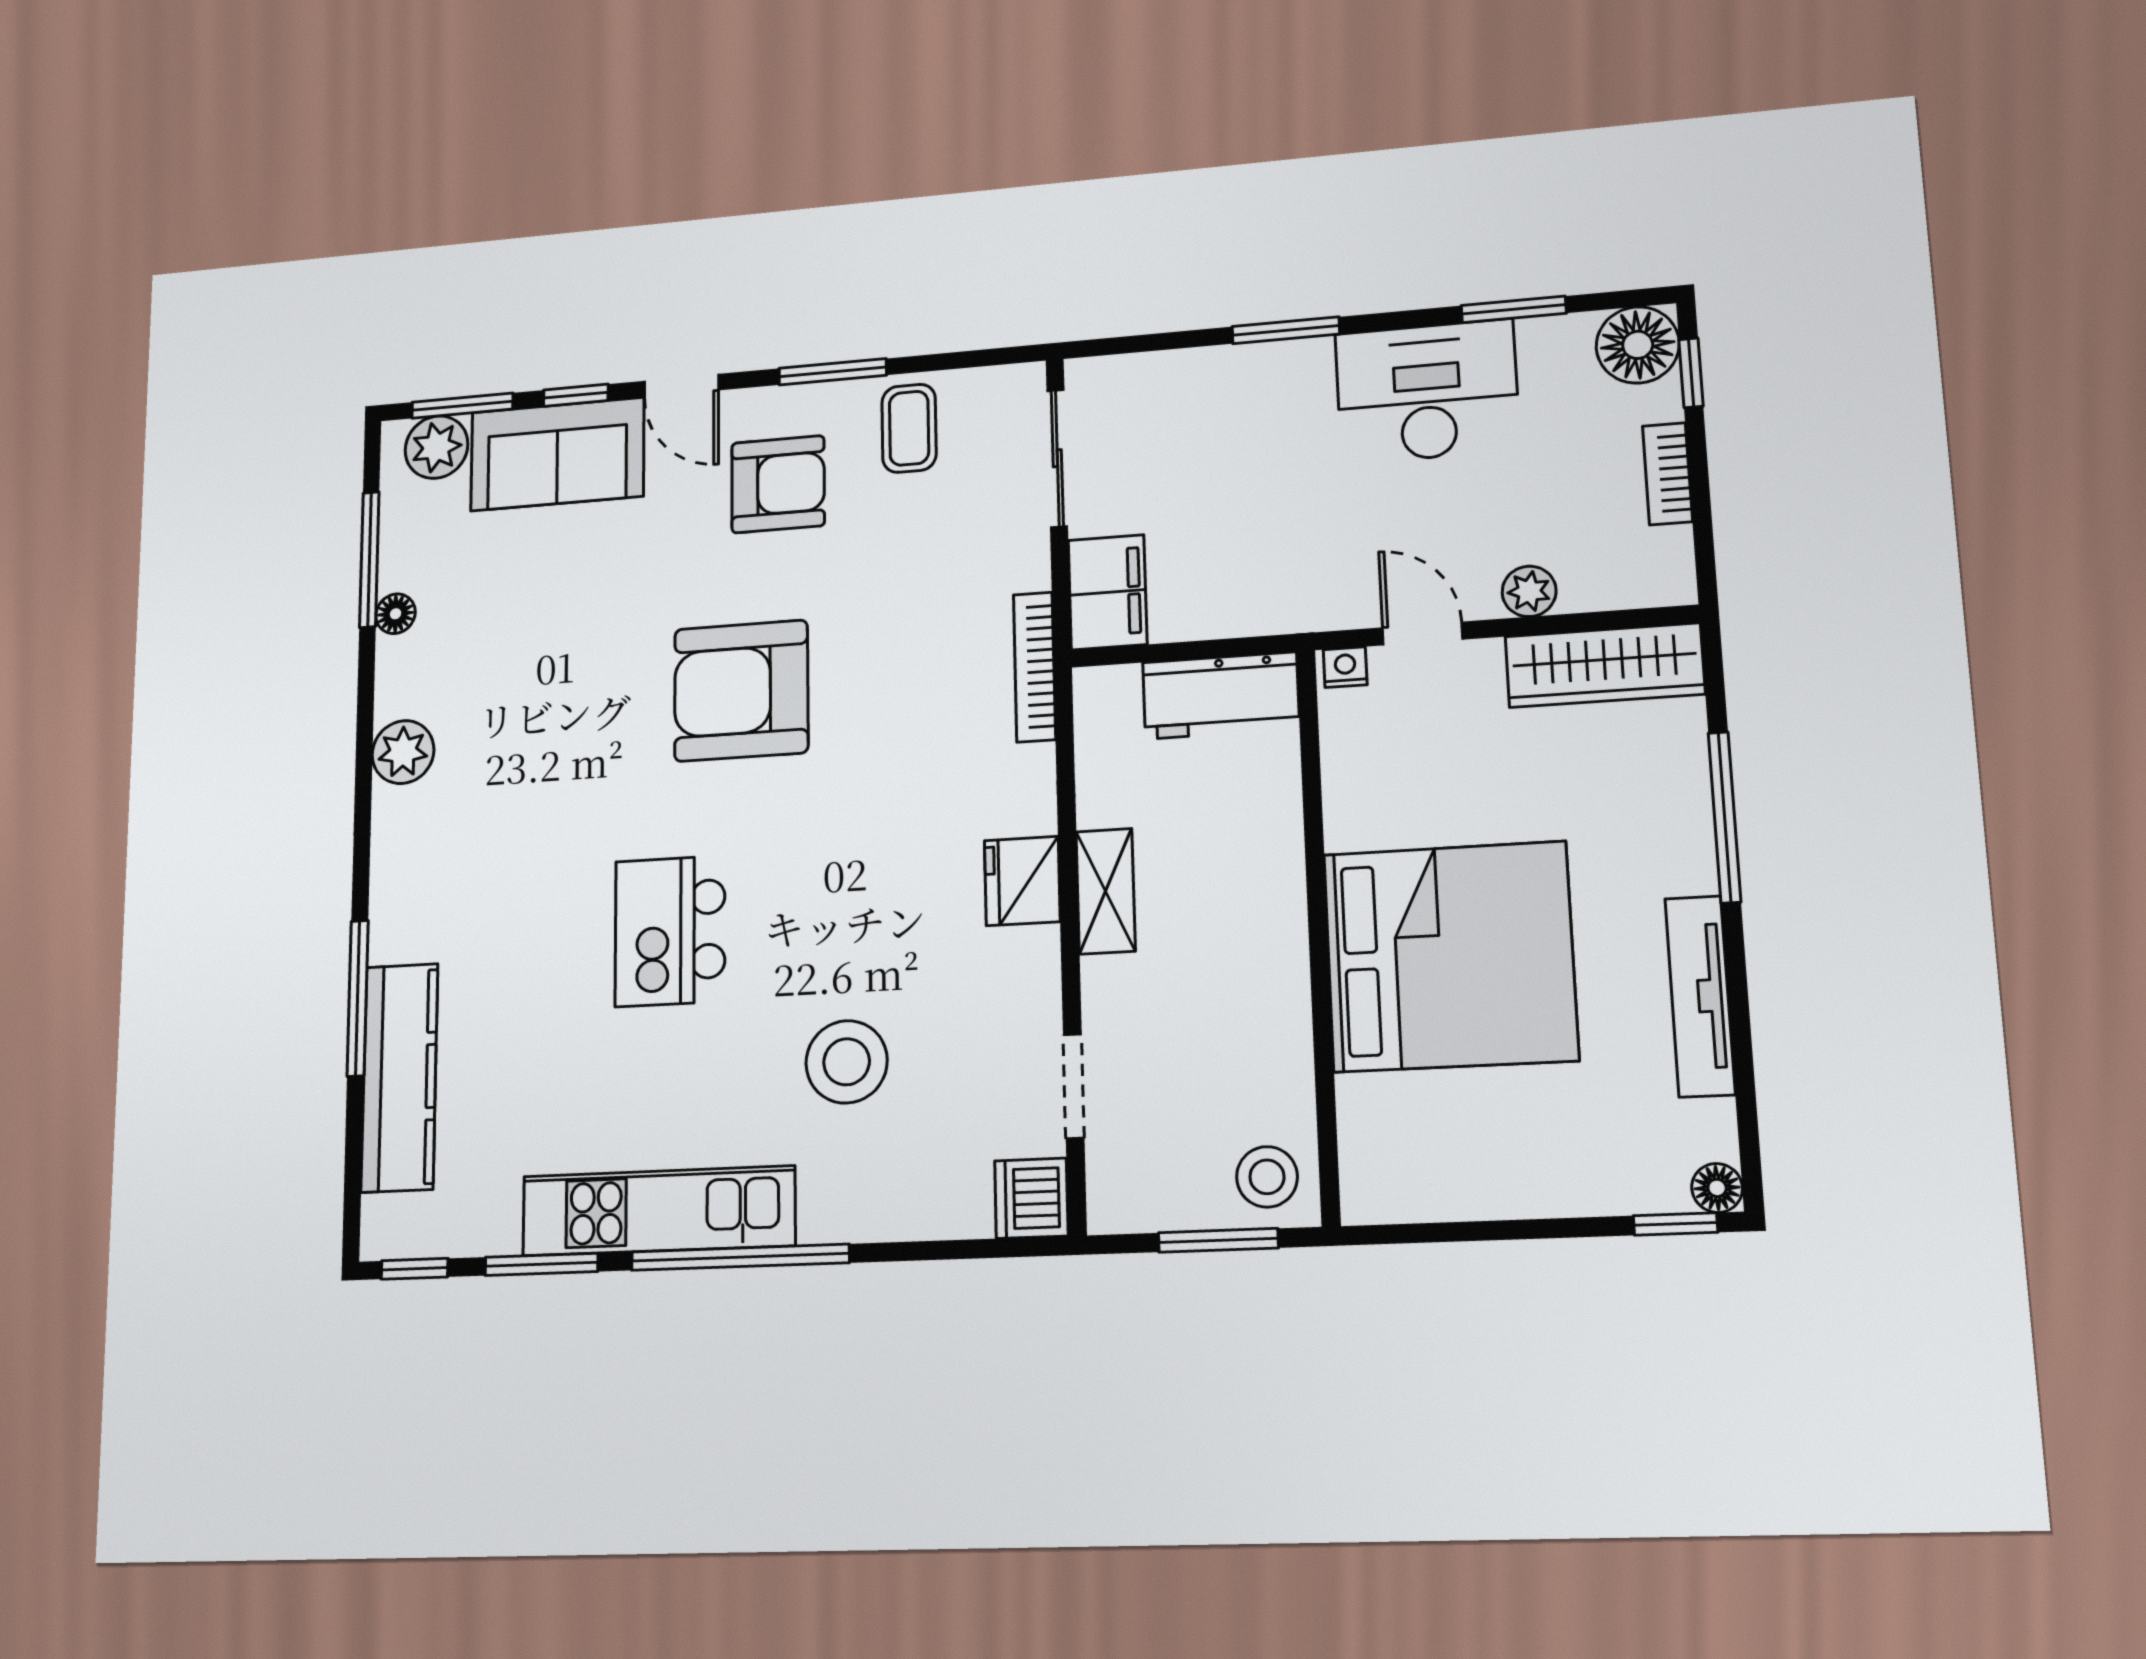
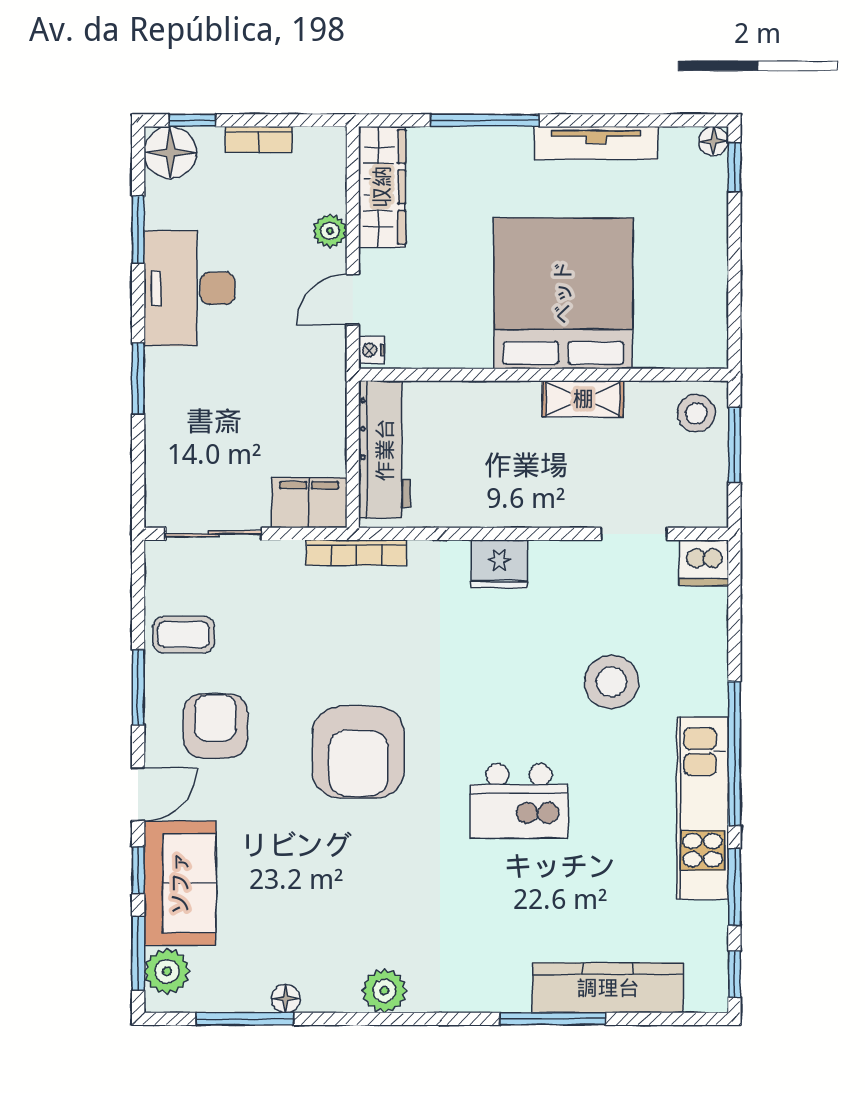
workbench: (1221, 696) -> (385, 450), width x1.38
shelving: (1106, 891) -> (583, 399), moved

